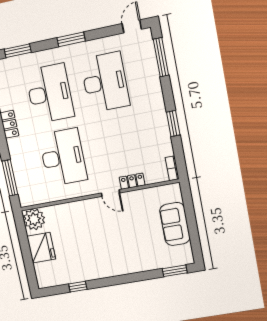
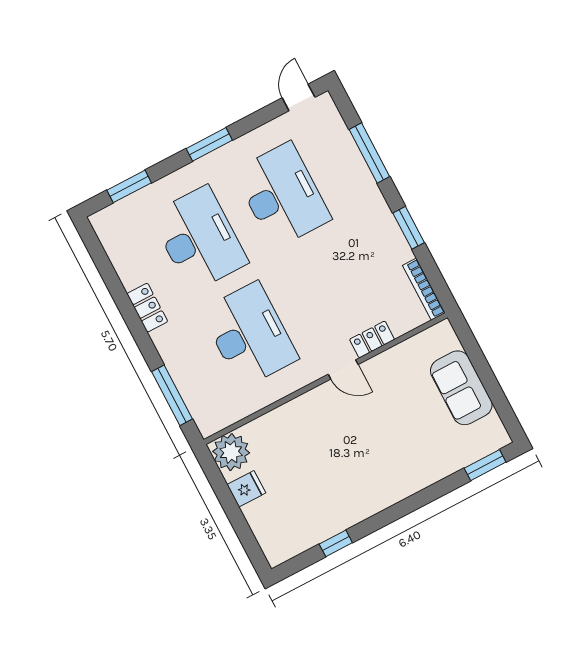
window: (161, 57) -> (369, 153), moved
bookcase: (172, 168) -> (424, 289), width x1.56
fridge: (41, 248) -> (246, 489), width x0.53, depth x0.75

